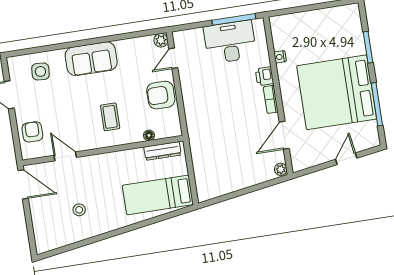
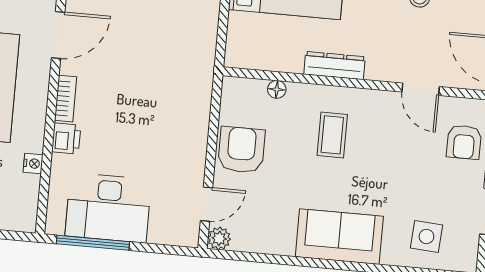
armchair: (161, 95) -> (241, 150), turned -90
dresser: (162, 151) -> (334, 66), moved

